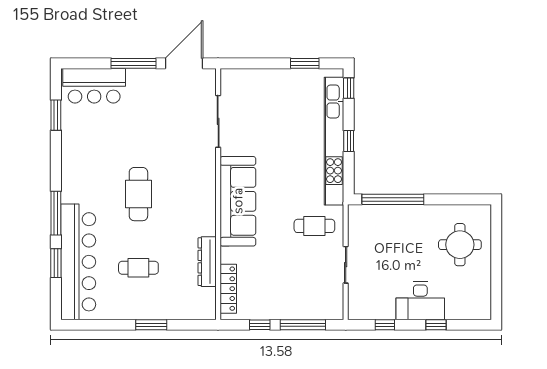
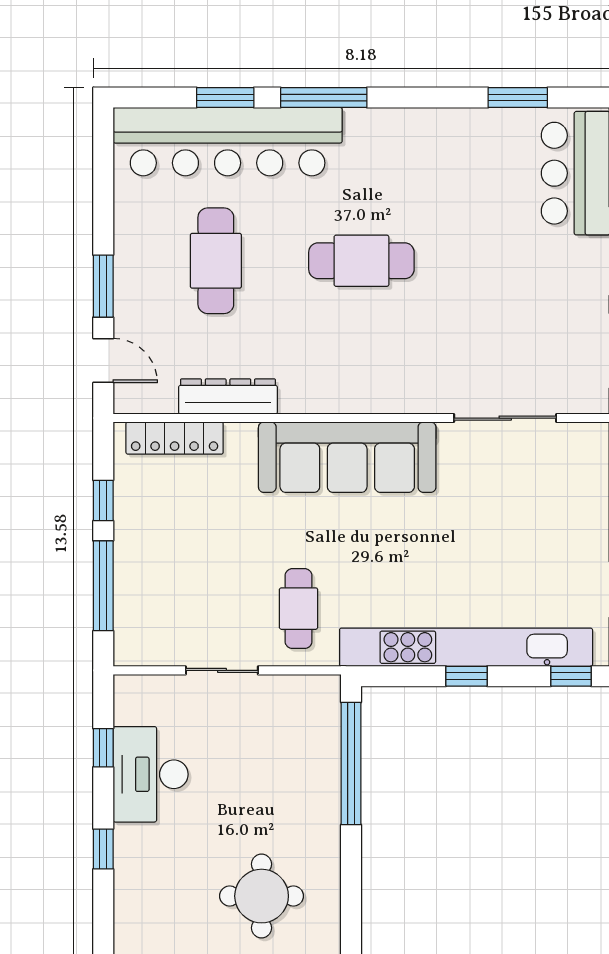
cafe table: (138, 268) -> (216, 261), width x1.37, depth x1.35
desk: (420, 301) -> (151, 774), moved
door: (189, 325) -> (103, 361), added

